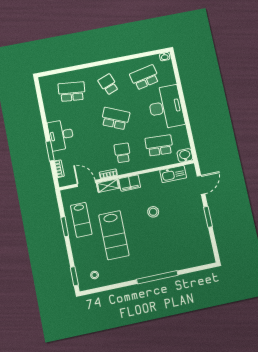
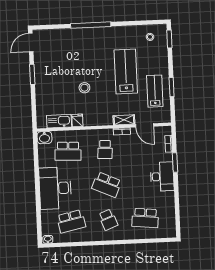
fridge: (155, 178) -> (77, 120), added
filing cabinet: (130, 183) -> (103, 119), removed
door: (201, 185) -> (31, 42), moved

